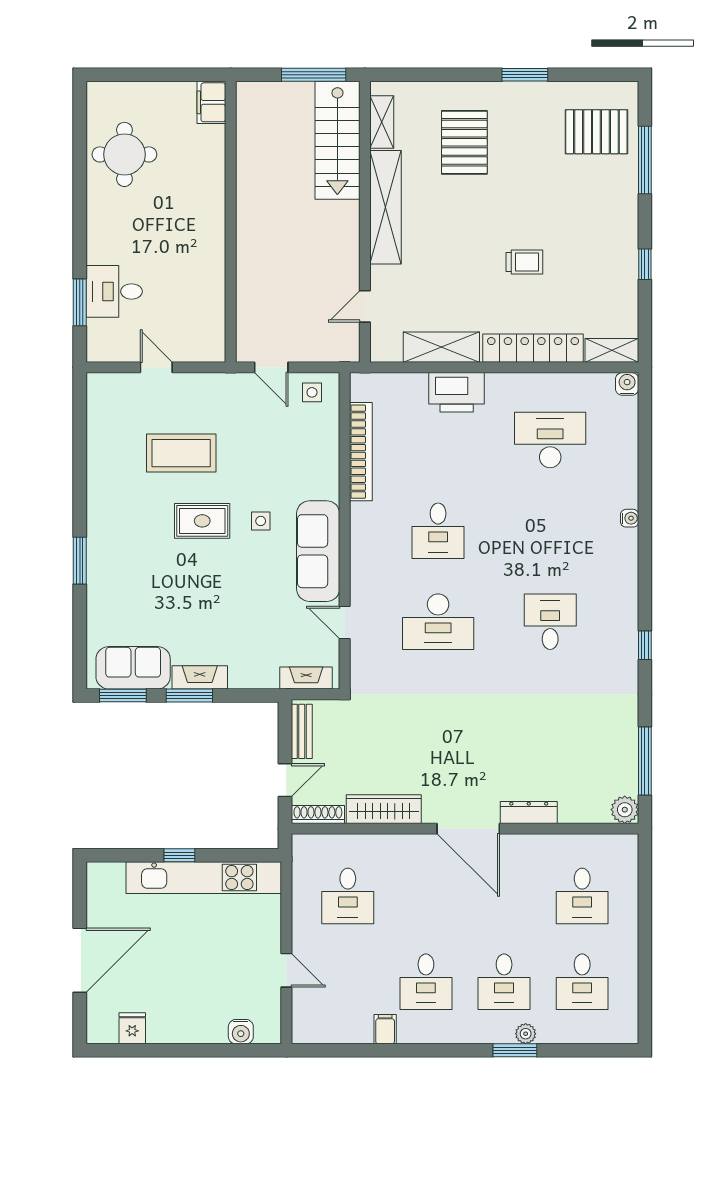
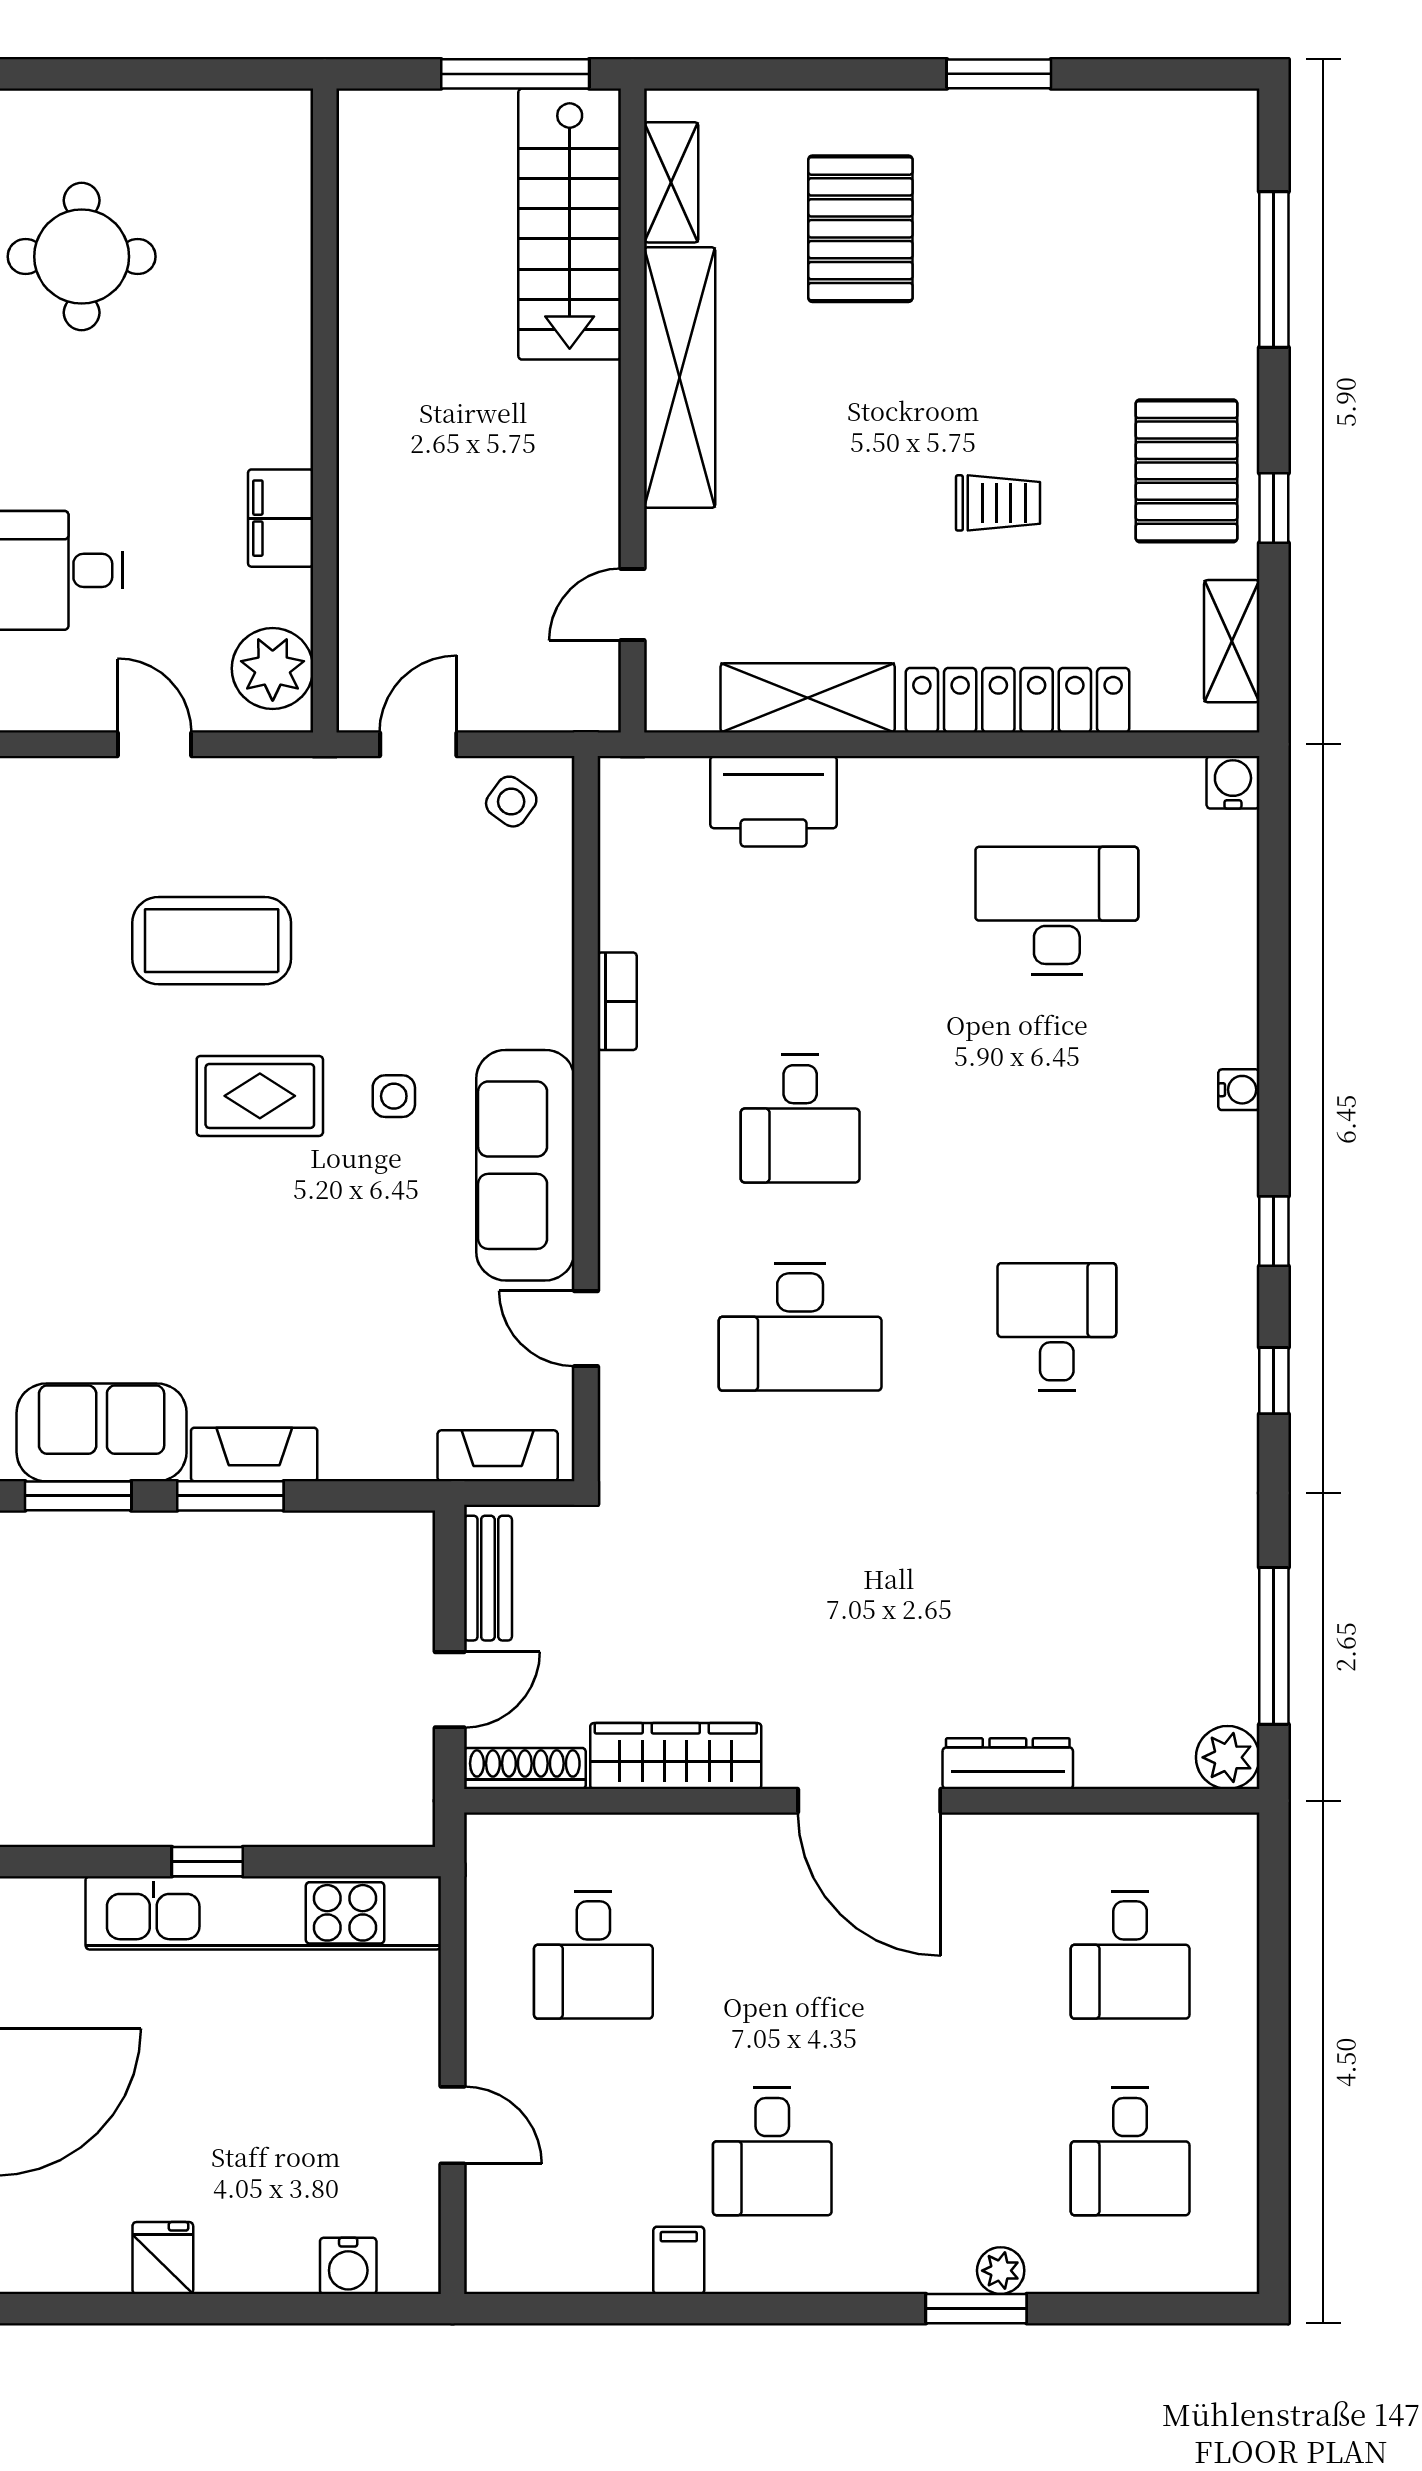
filing cabinet: (211, 102) -> (281, 518), moved
pallet: (596, 132) -> (1187, 471), moved, turned 90
plant: (208, 334) -> (273, 668), added
shelving: (612, 350) -> (1232, 641), moved, turned 90
door: (271, 367) -> (418, 744), swing flipped
side table: (312, 392) -> (511, 802), turned 36
printer: (457, 392) -> (774, 801), moved
bookcase: (361, 452) -> (617, 1001), width x0.43, depth x0.76
window: (645, 580) -> (1274, 1231), added
desk: (504, 982) -> (951, 2152), removed
fridge: (132, 1028) -> (163, 2258), moved

